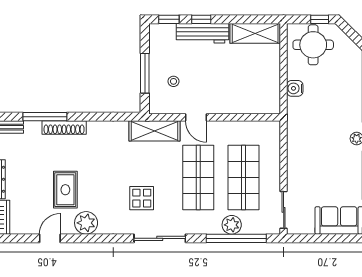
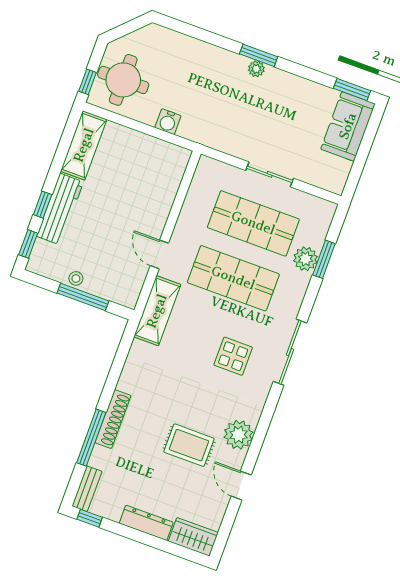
window: (320, 19) -> (87, 82), moved
stool: (173, 81) -> (76, 278), moved
door: (196, 117) -> (159, 254), swing flipped
sliding door: (284, 210) -> (270, 174), moved
window: (236, 238) -> (324, 259), width x0.47

